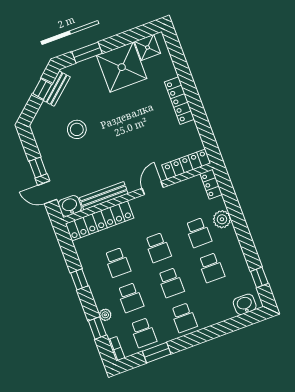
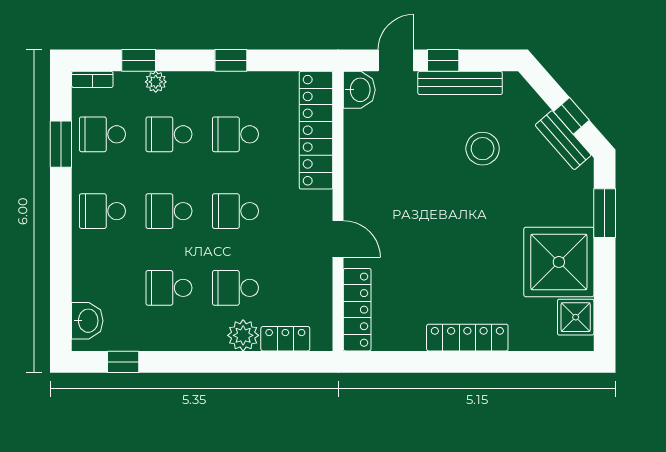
locker: (211, 184) -> (285, 339), moved
bench: (104, 196) -> (460, 83), moved, turned 90

